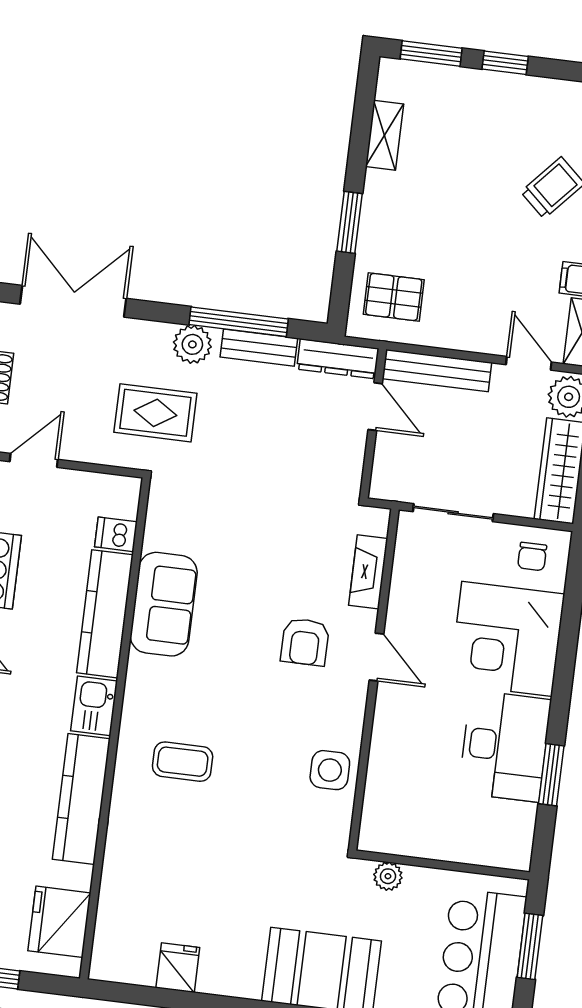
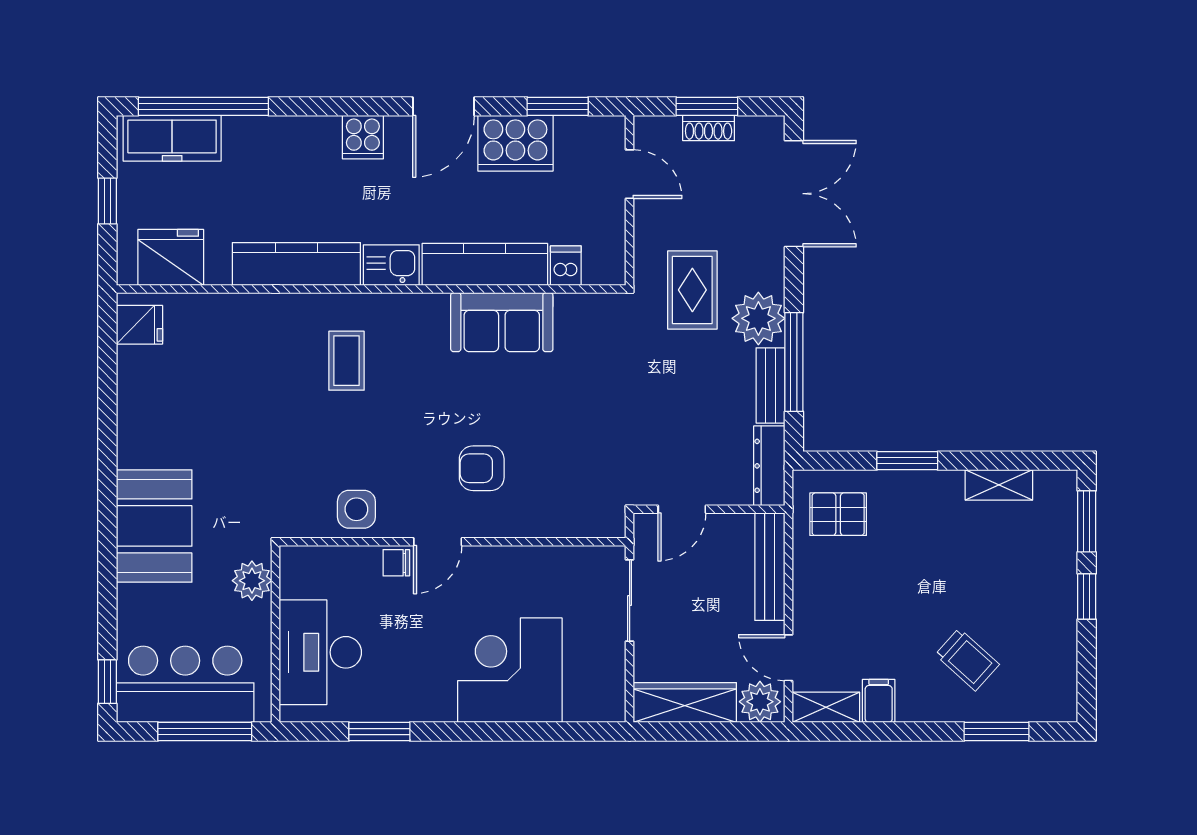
pallet: (394, 297) -> (838, 514), turned 90
plant: (192, 344) -> (758, 318), width x1.36, depth x1.36
door: (529, 363) -> (788, 658), swing flipped
door: (375, 407) -> (682, 509), moved
chair: (532, 556) -> (396, 563), moved
fireplace: (368, 572) -> (560, 523), removed
door: (377, 657) -> (438, 542), moved
desk: (505, 746) -> (320, 652), moved, turned 90
plant: (388, 876) -> (252, 581), width x1.38, depth x1.38
window: (530, 946) -> (205, 732), width x1.44
fridge: (178, 968) -> (140, 325), moved

